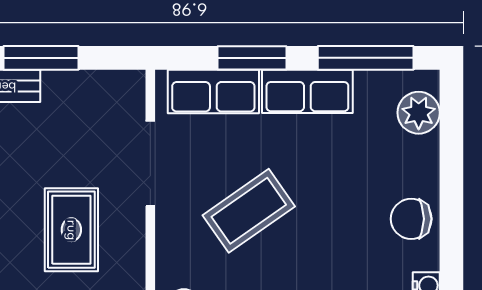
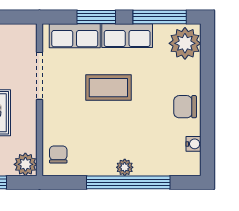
plant: (419, 113) -> (185, 43), width x1.36, depth x1.36
coffee table: (249, 211) -> (108, 88), moved, turned 35

